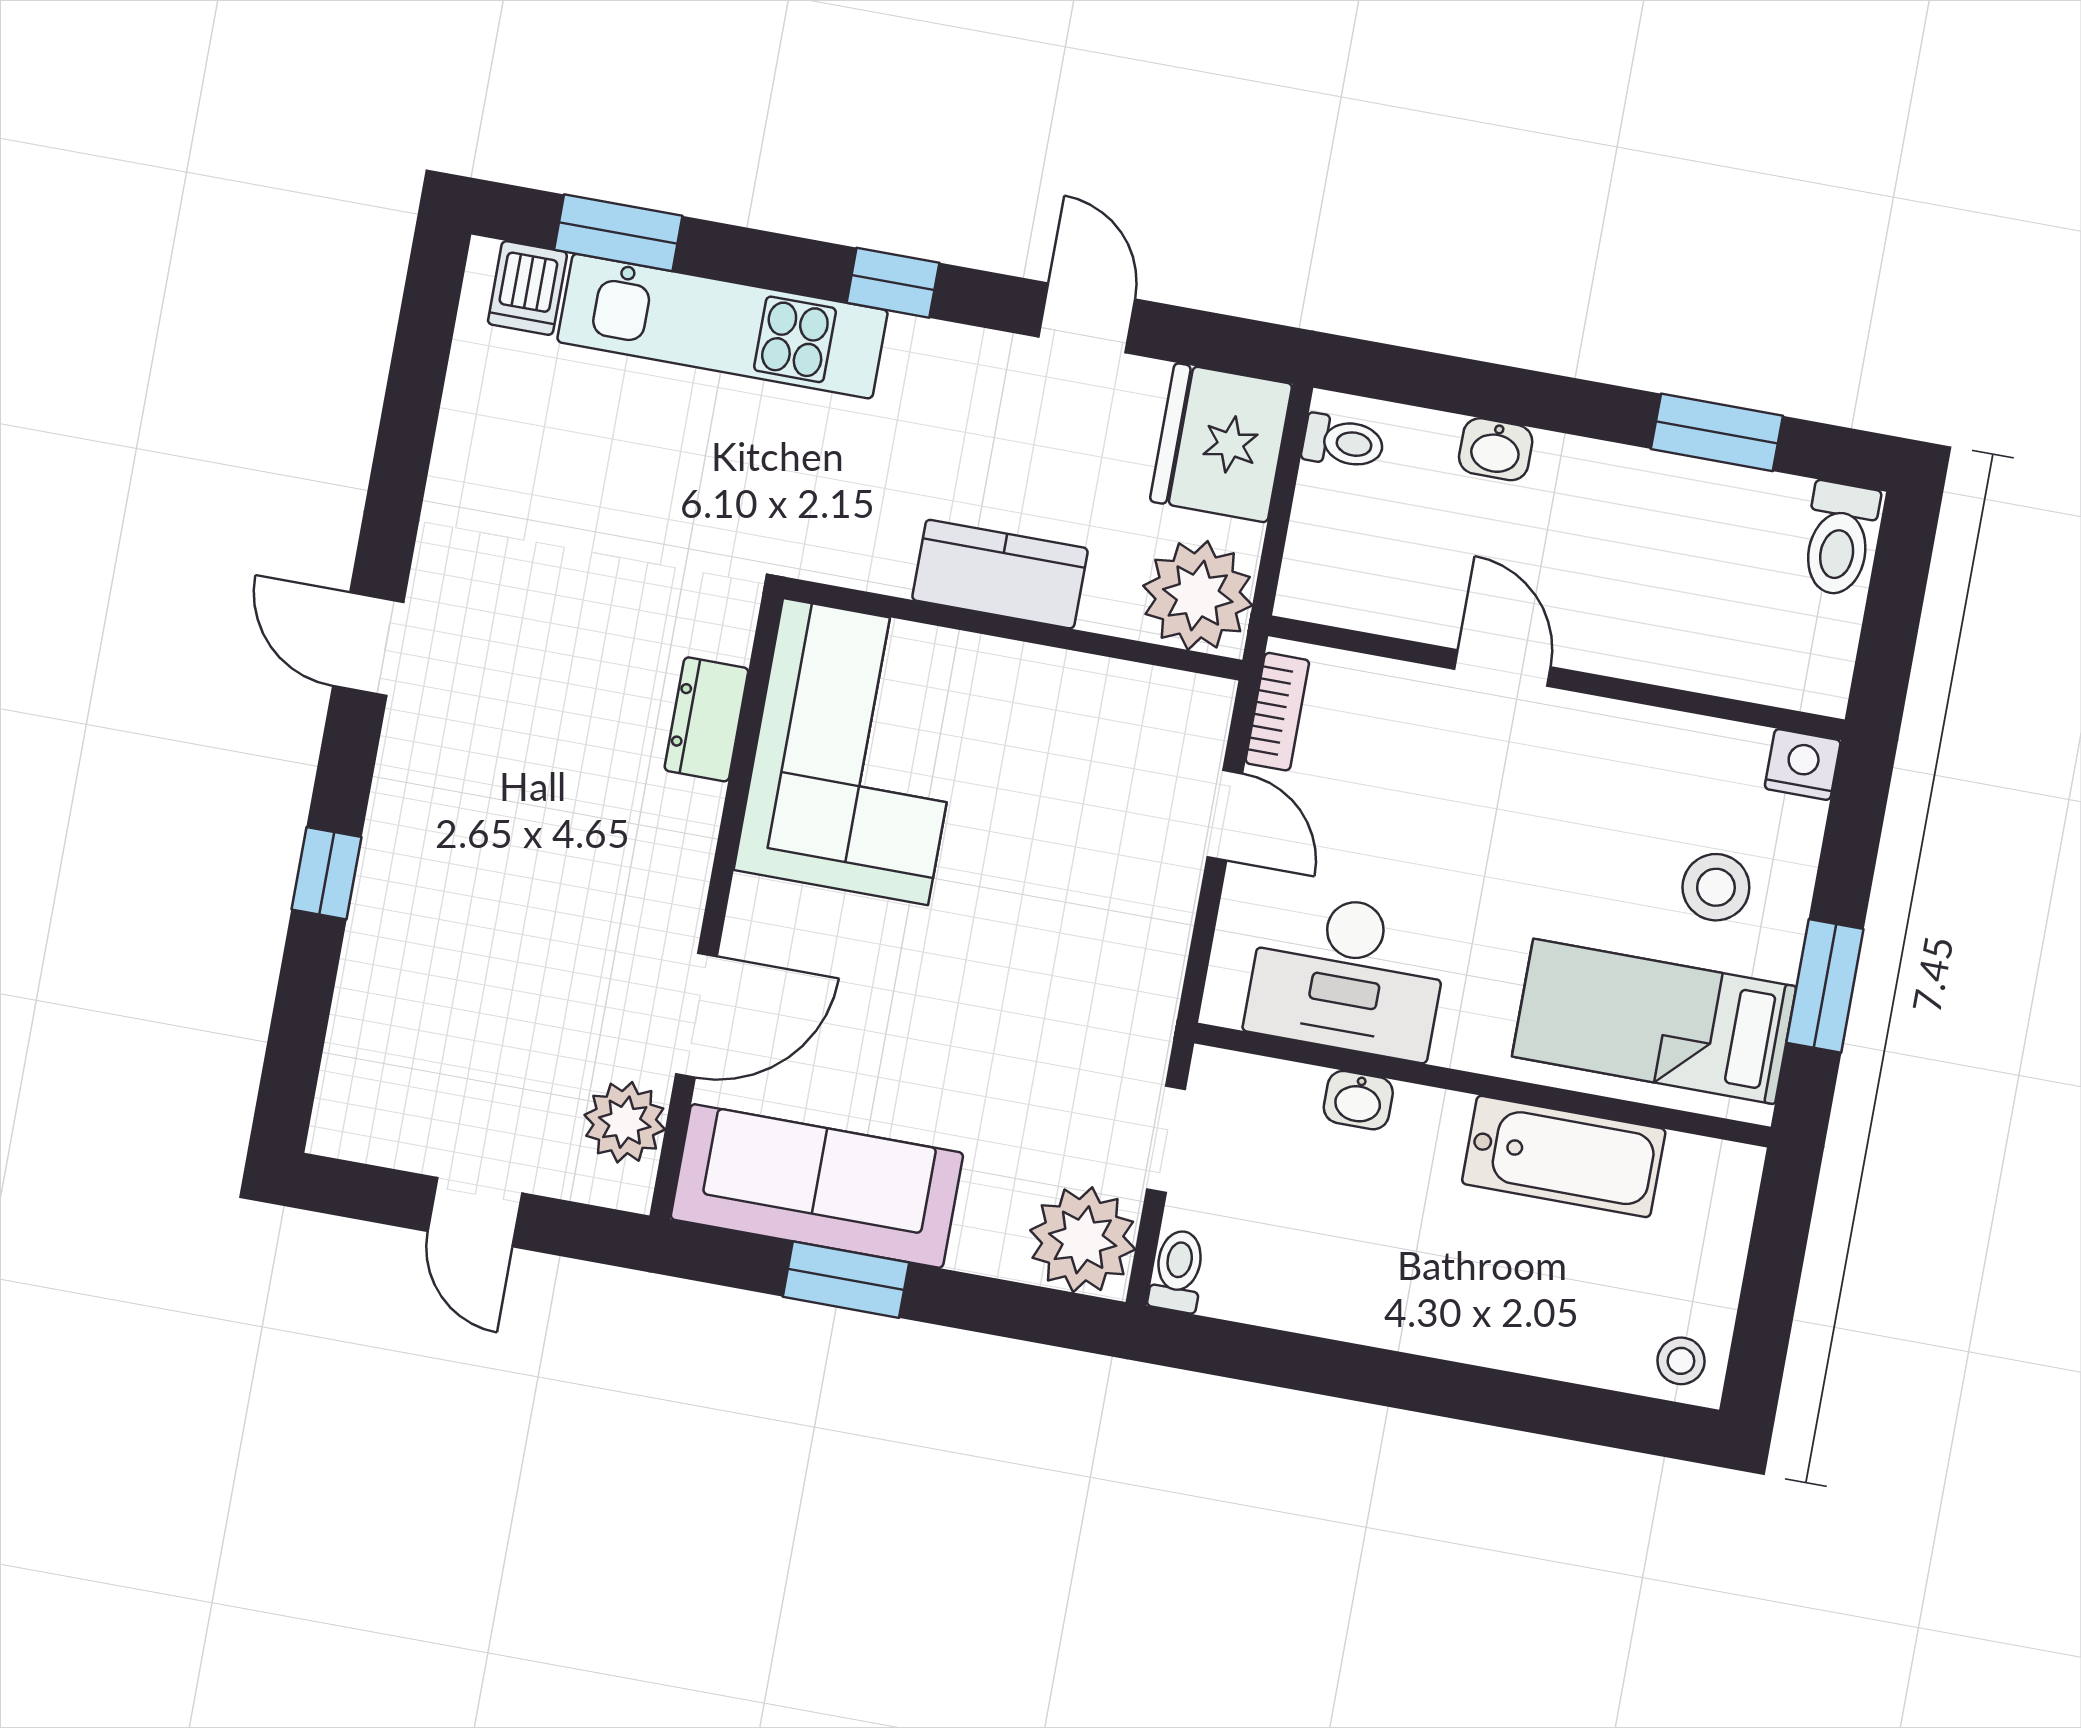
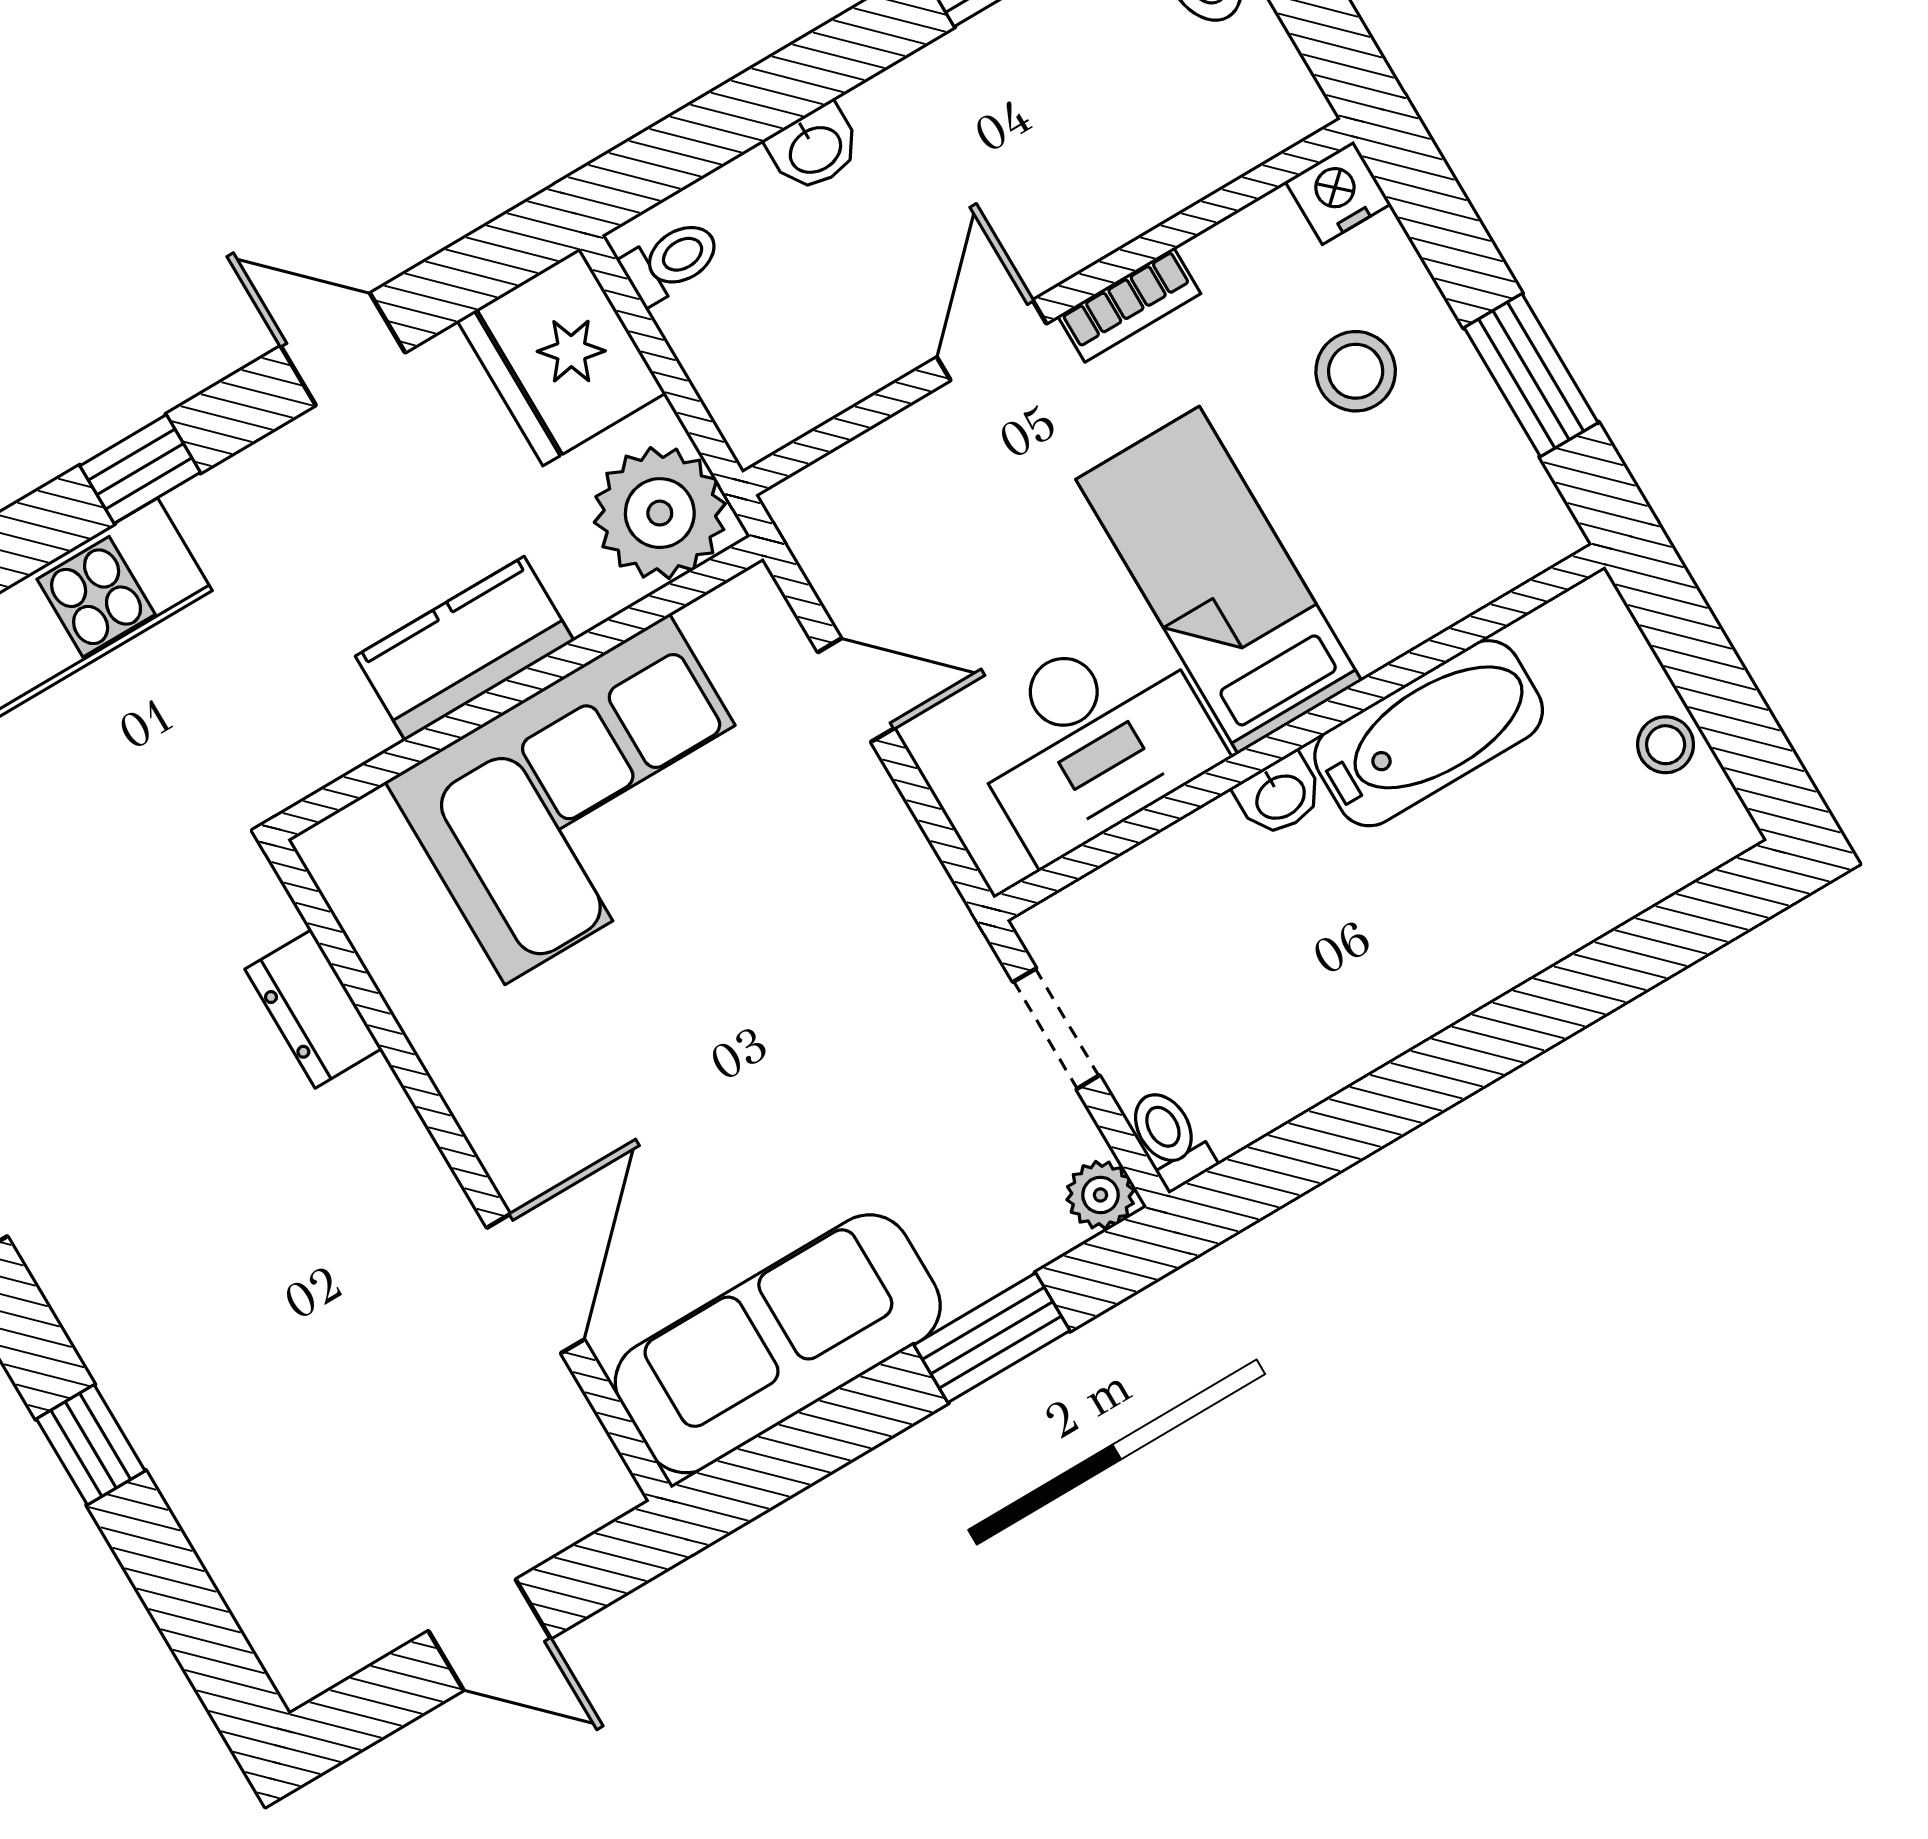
door: (1502, 668) -> (992, 340), hinge flipped
bookcase: (1277, 712) -> (1129, 305), moved, turned 90
corner sofa: (855, 752) -> (587, 799), moved, turned 90
bed: (1654, 1021) -> (1219, 580), moved, turned 90
washbasin: (1358, 1100) -> (1280, 795), moved
plant: (625, 1122) -> (554, 1436), removed
plant: (1083, 1240) -> (1100, 1195), width x0.53, depth x0.53
window: (846, 1280) -> (992, 1338), moved
stool: (1681, 1361) -> (1666, 745), moved

